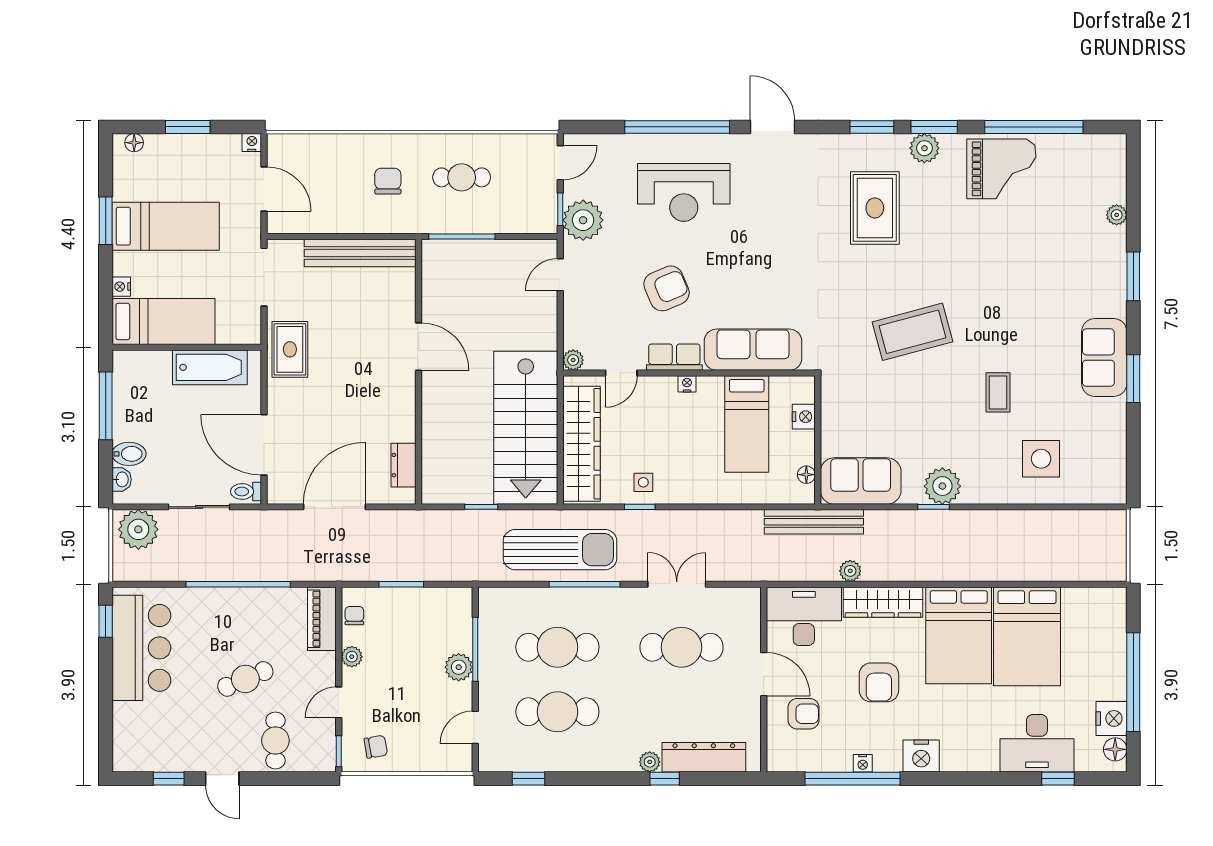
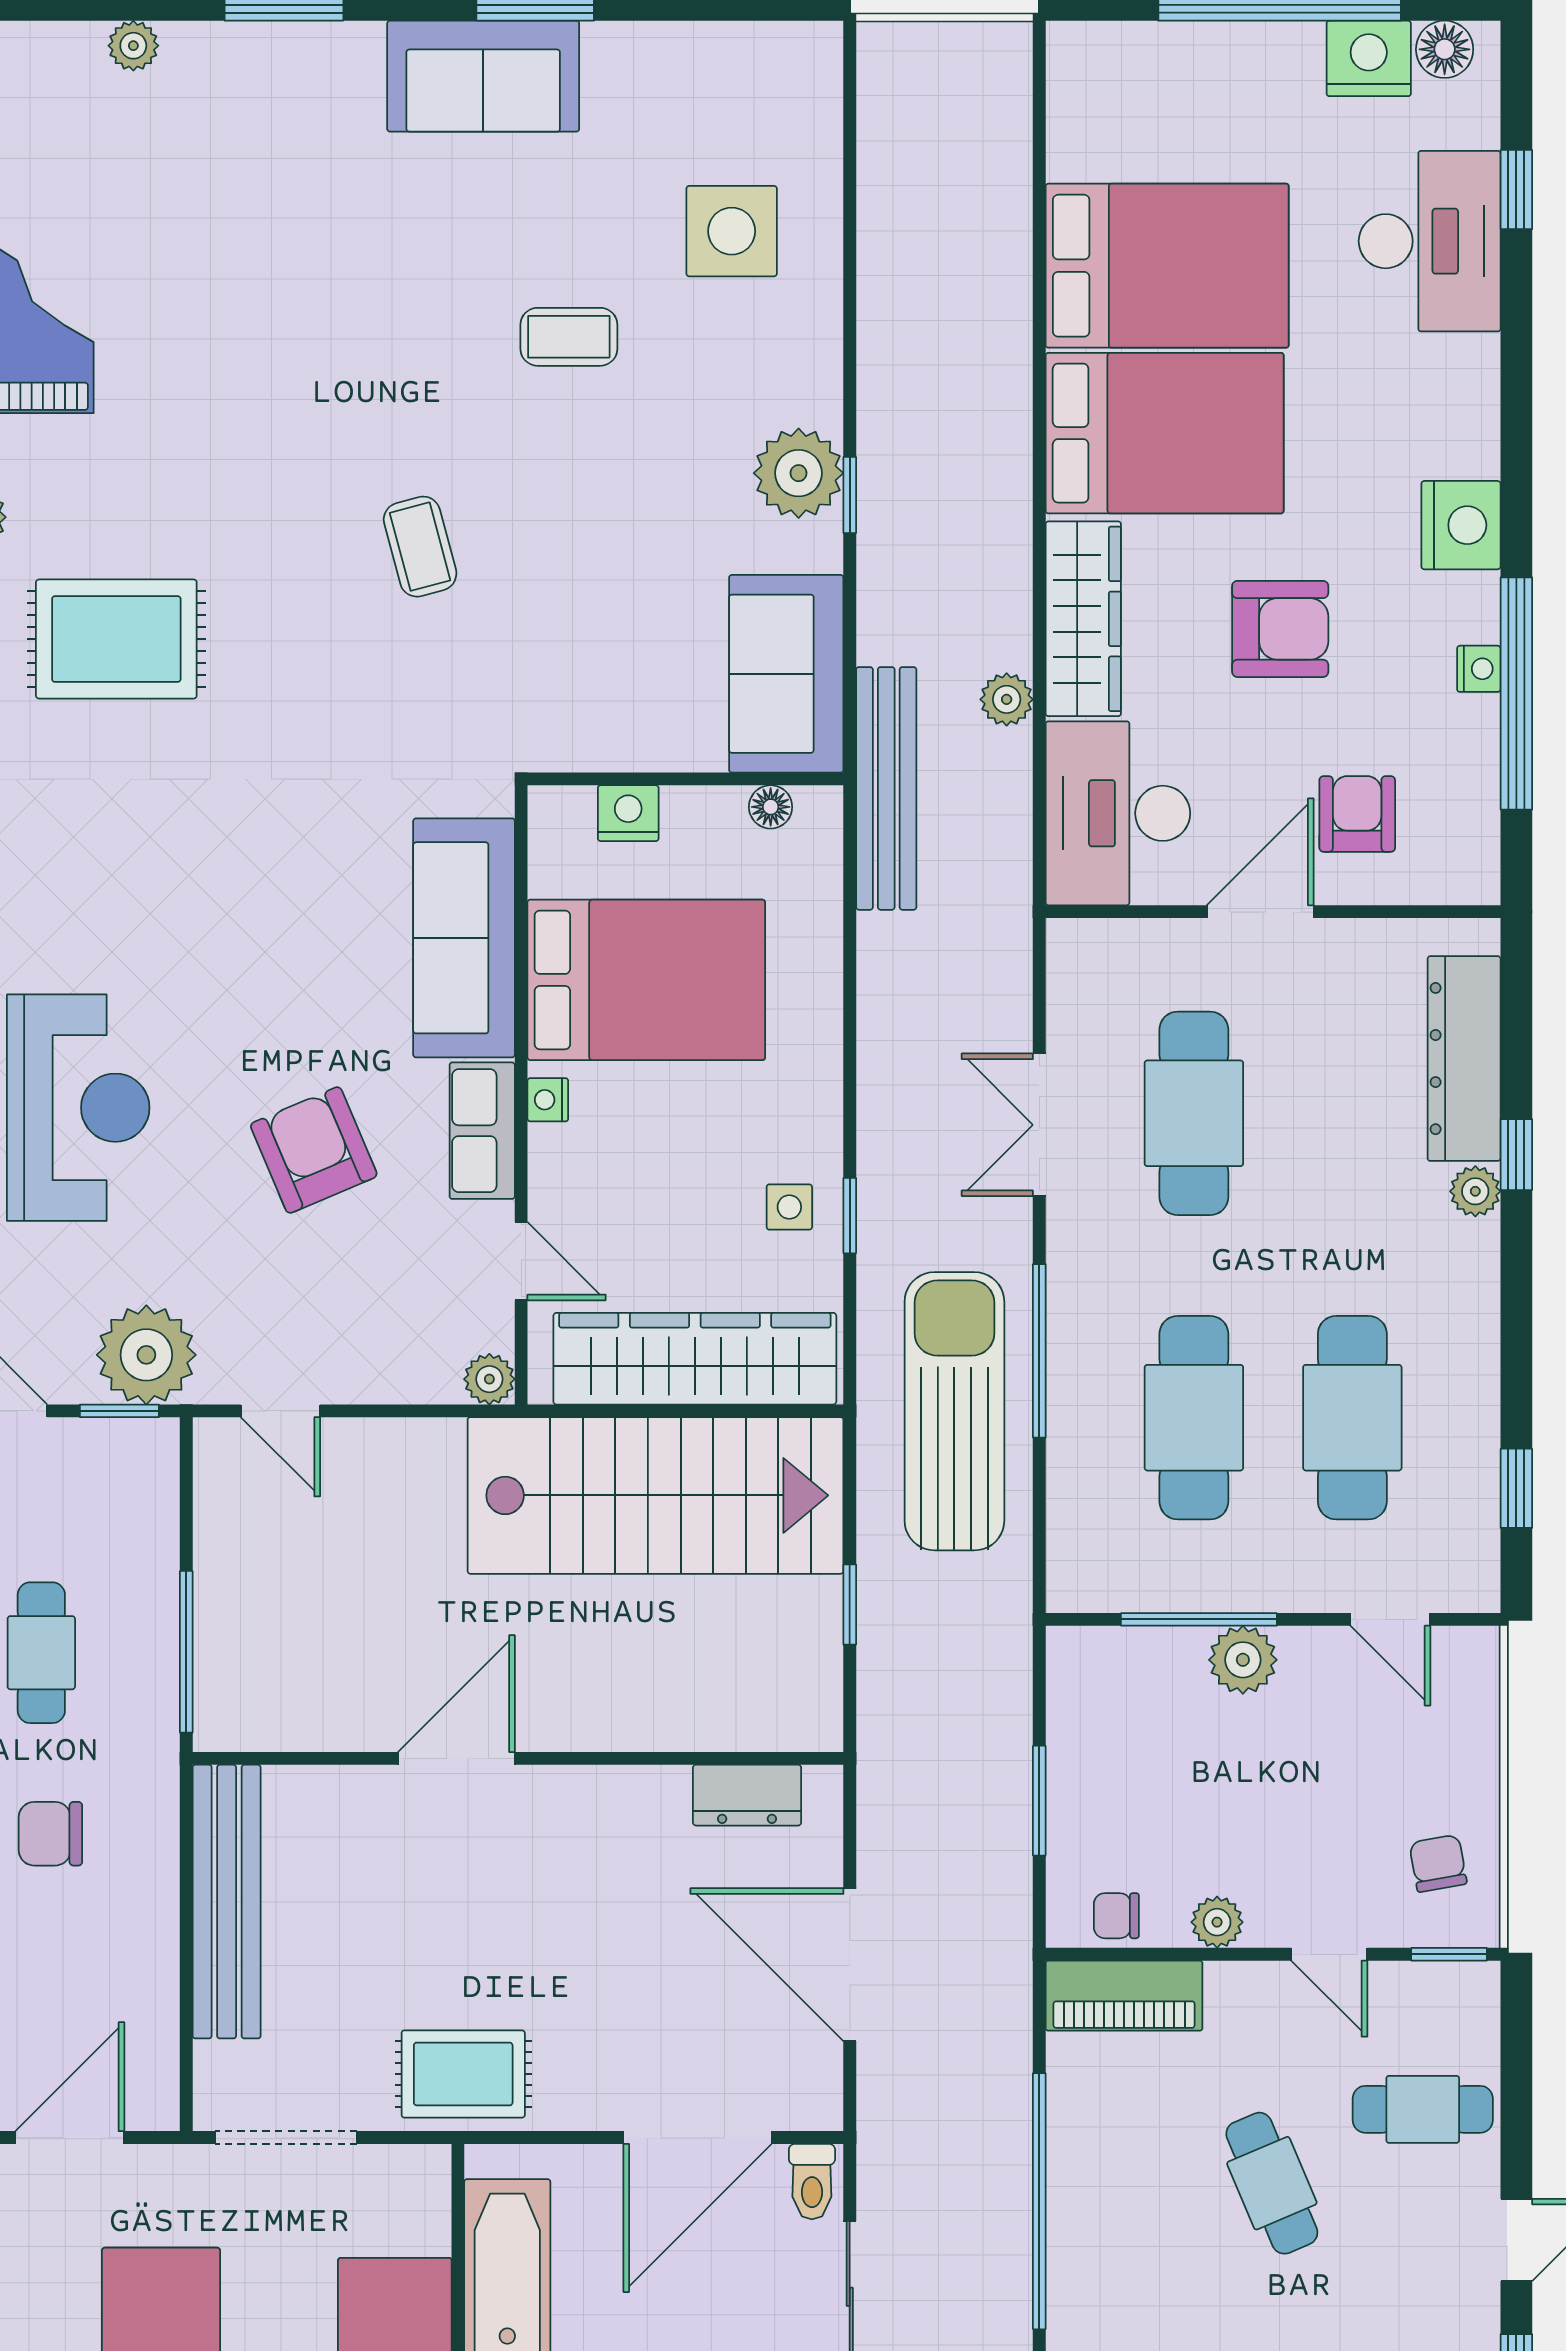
coffee table: (912, 332) -> (420, 547), width x0.54, depth x0.58
bed: (747, 424) -> (646, 980), width x1.50

